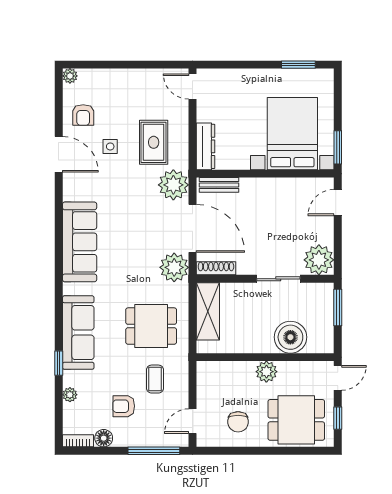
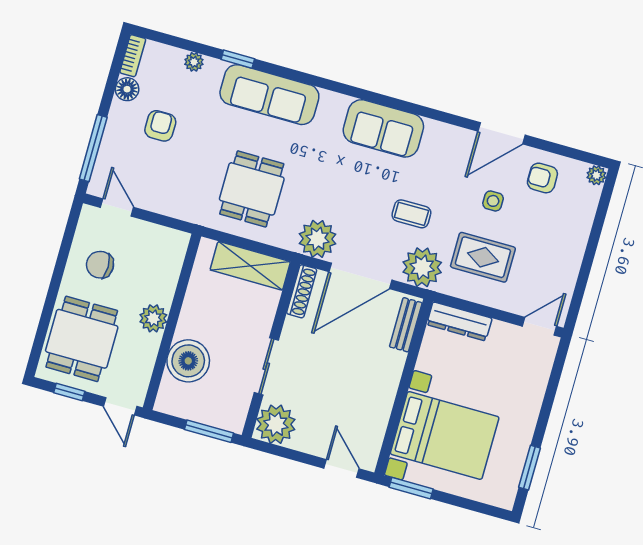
sofa: (80, 242) -> (383, 128), width x0.73
coffee table: (155, 379) -> (411, 214), moved

